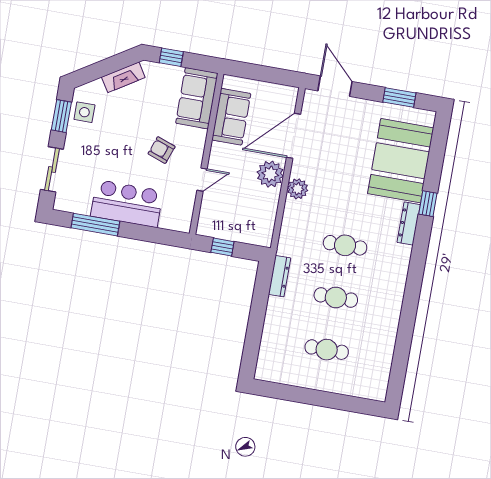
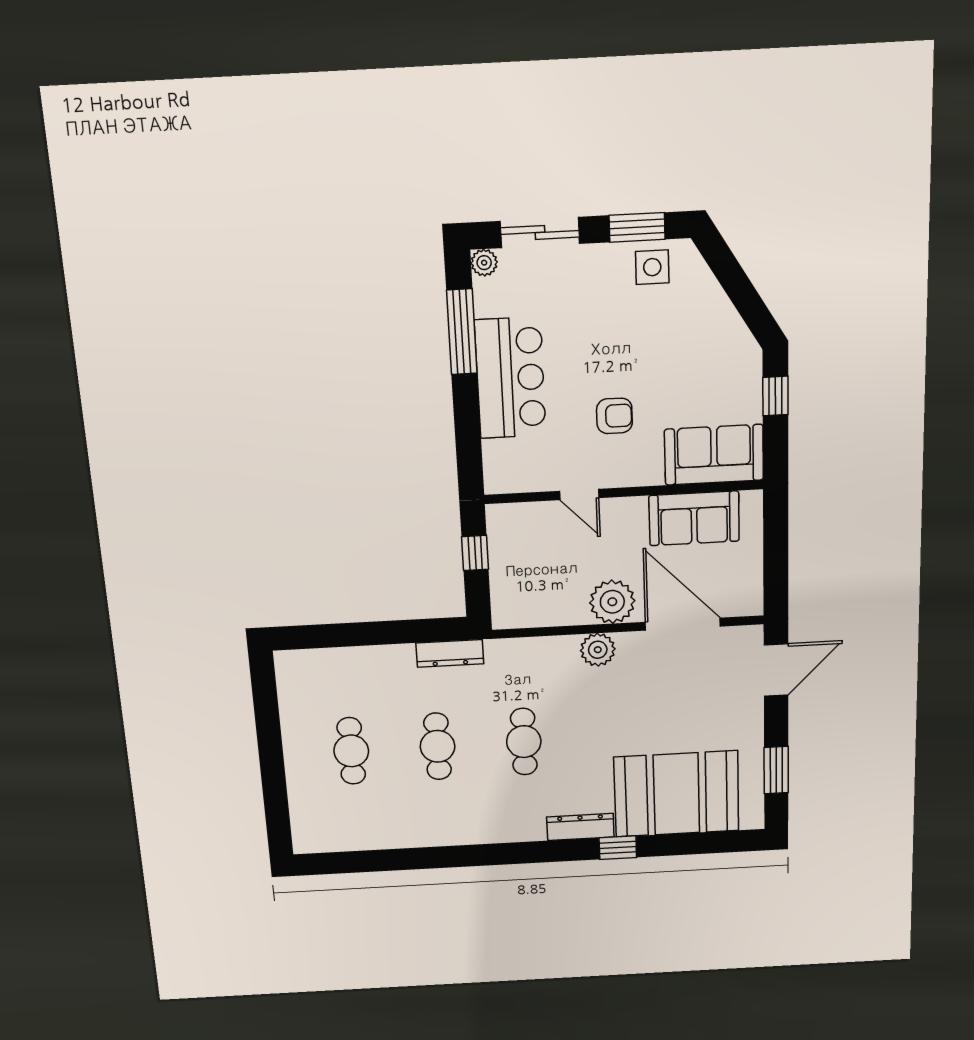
fireplace: (123, 77) -> (726, 321), removed
armchair: (162, 150) -> (614, 416), turned 70
plant: (61, 204) -> (484, 263), added

